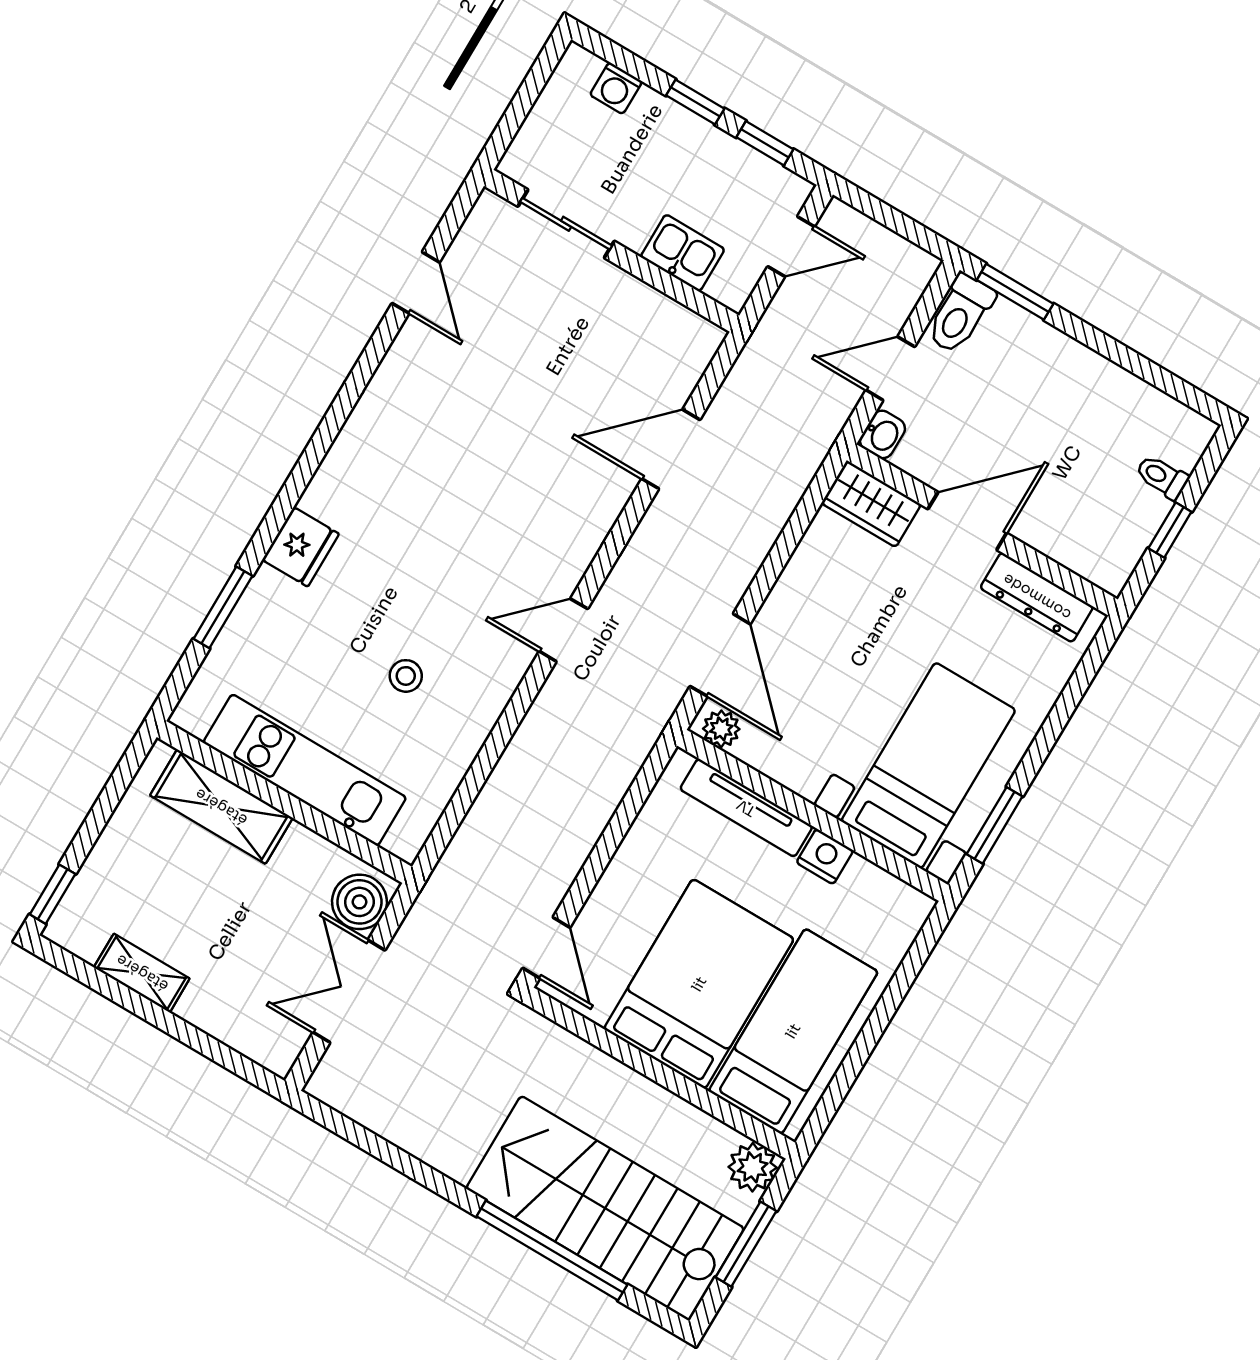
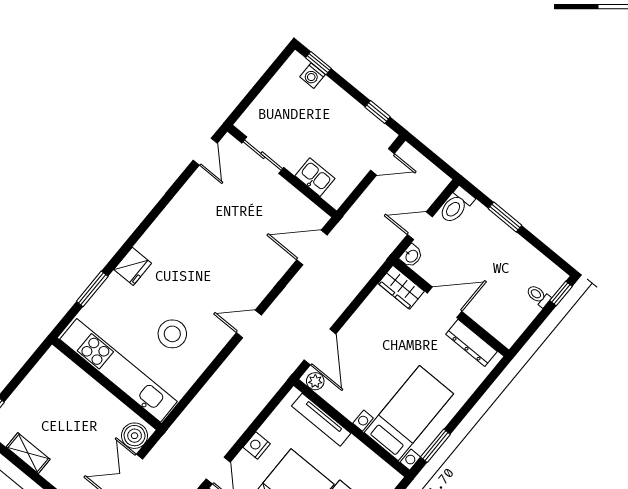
window: (695, 102) -> (318, 63), moved
sliding door: (566, 224) -> (263, 155), moved
wall: (612, 251) -> (282, 171), moved
kitchen sink: (683, 253) -> (315, 177), moved
window: (1015, 292) -> (505, 217), moved
window: (1170, 530) -> (561, 293), moved
stool: (406, 676) -> (172, 334), width x1.89, depth x1.89
kitchen unit: (305, 770) -> (119, 370), width x1.36
shelving: (221, 807) -> (77, 381), removed
nightstand: (825, 857) -> (257, 446), moved, turned -90

